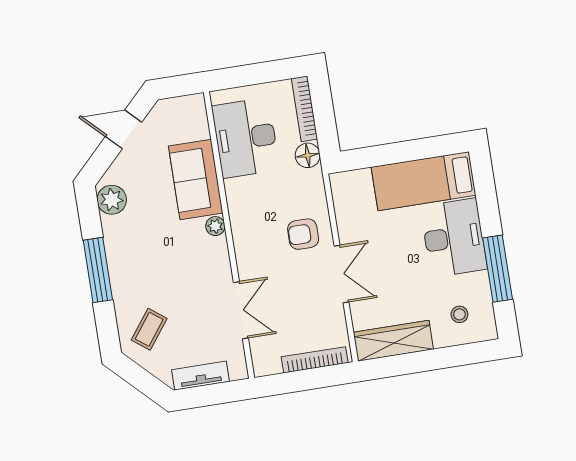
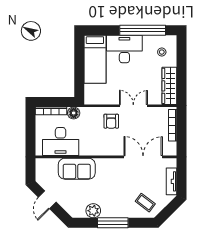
plant: (112, 200) -> (93, 211), moved
plant: (215, 226) -> (101, 163), removed
window: (498, 269) -> (143, 30), width x1.46
double door: (241, 310) -> (143, 157), width x1.37

